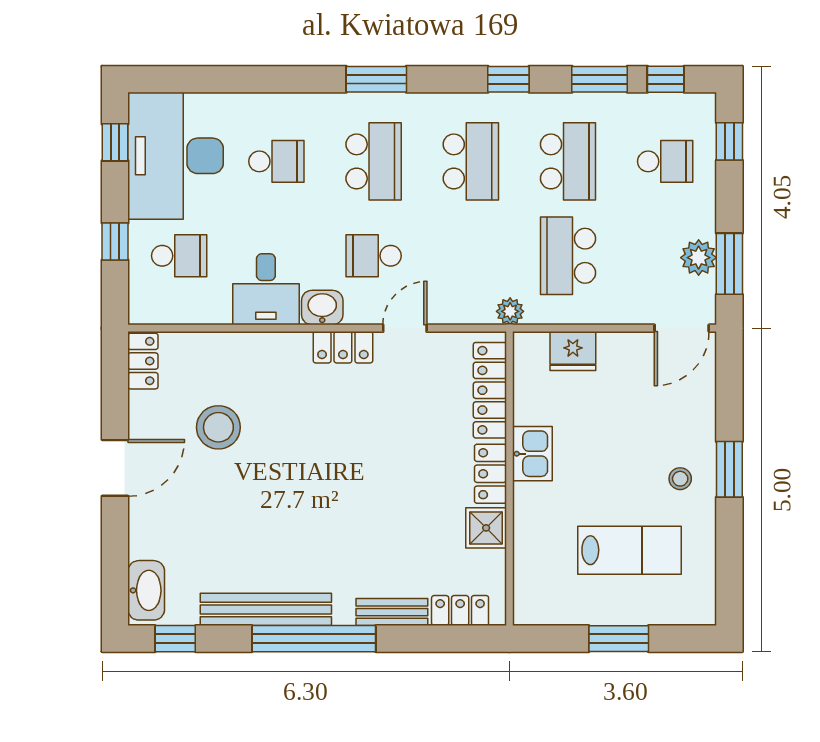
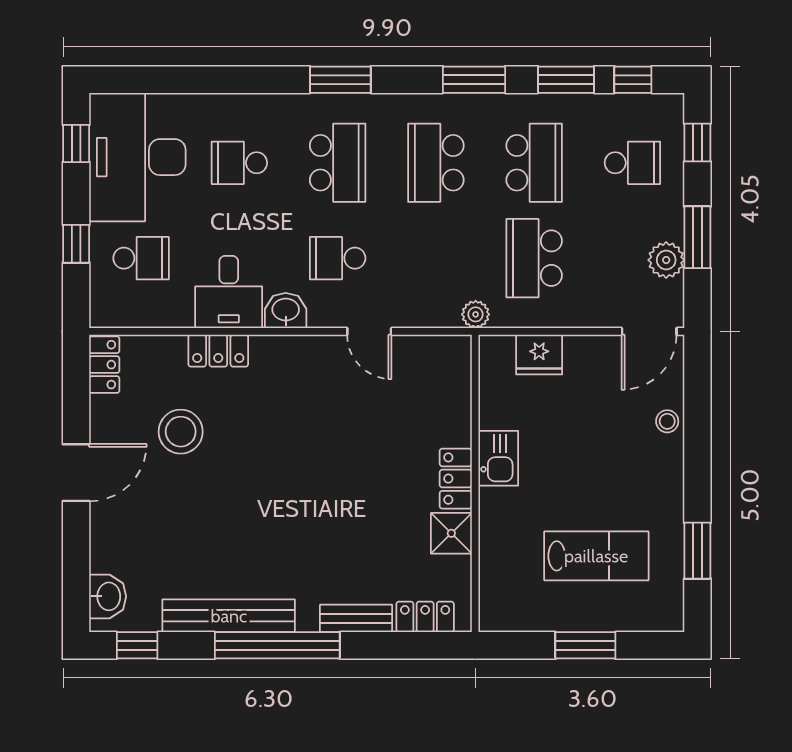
window: (508, 79) -> (474, 80), width x1.50
school desk: (276, 161) -> (239, 163), turned 180
school desk: (471, 161) -> (436, 163), turned 180
window: (729, 264) -> (697, 237), moved
door: (405, 328) -> (369, 331), swing flipped
locker: (343, 347) -> (218, 351), moved
locker: (490, 390) -> (455, 394), removed
window: (729, 469) -> (697, 551), moved
stool: (680, 479) -> (667, 421), moved
washbasin: (146, 590) -> (108, 596), width x0.72

